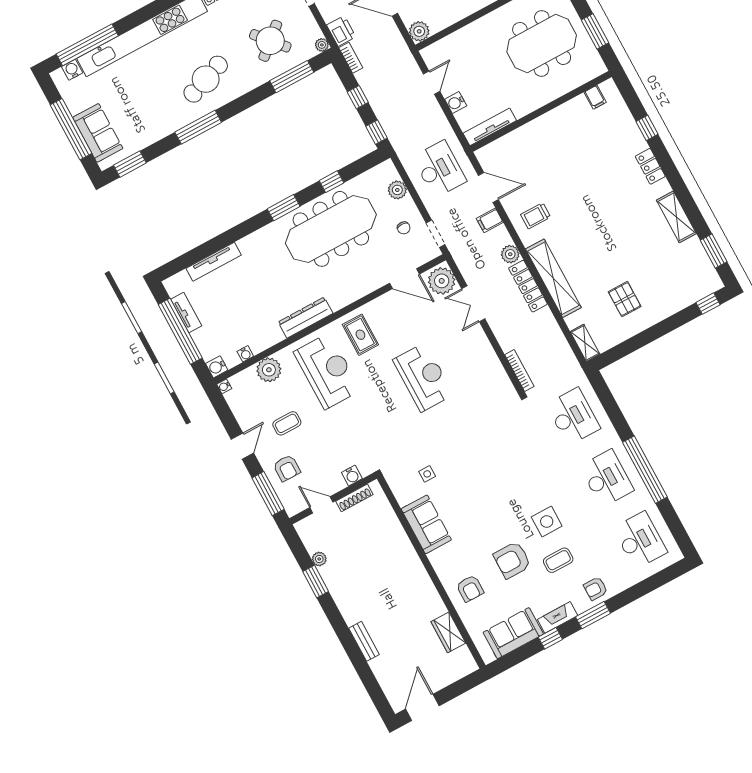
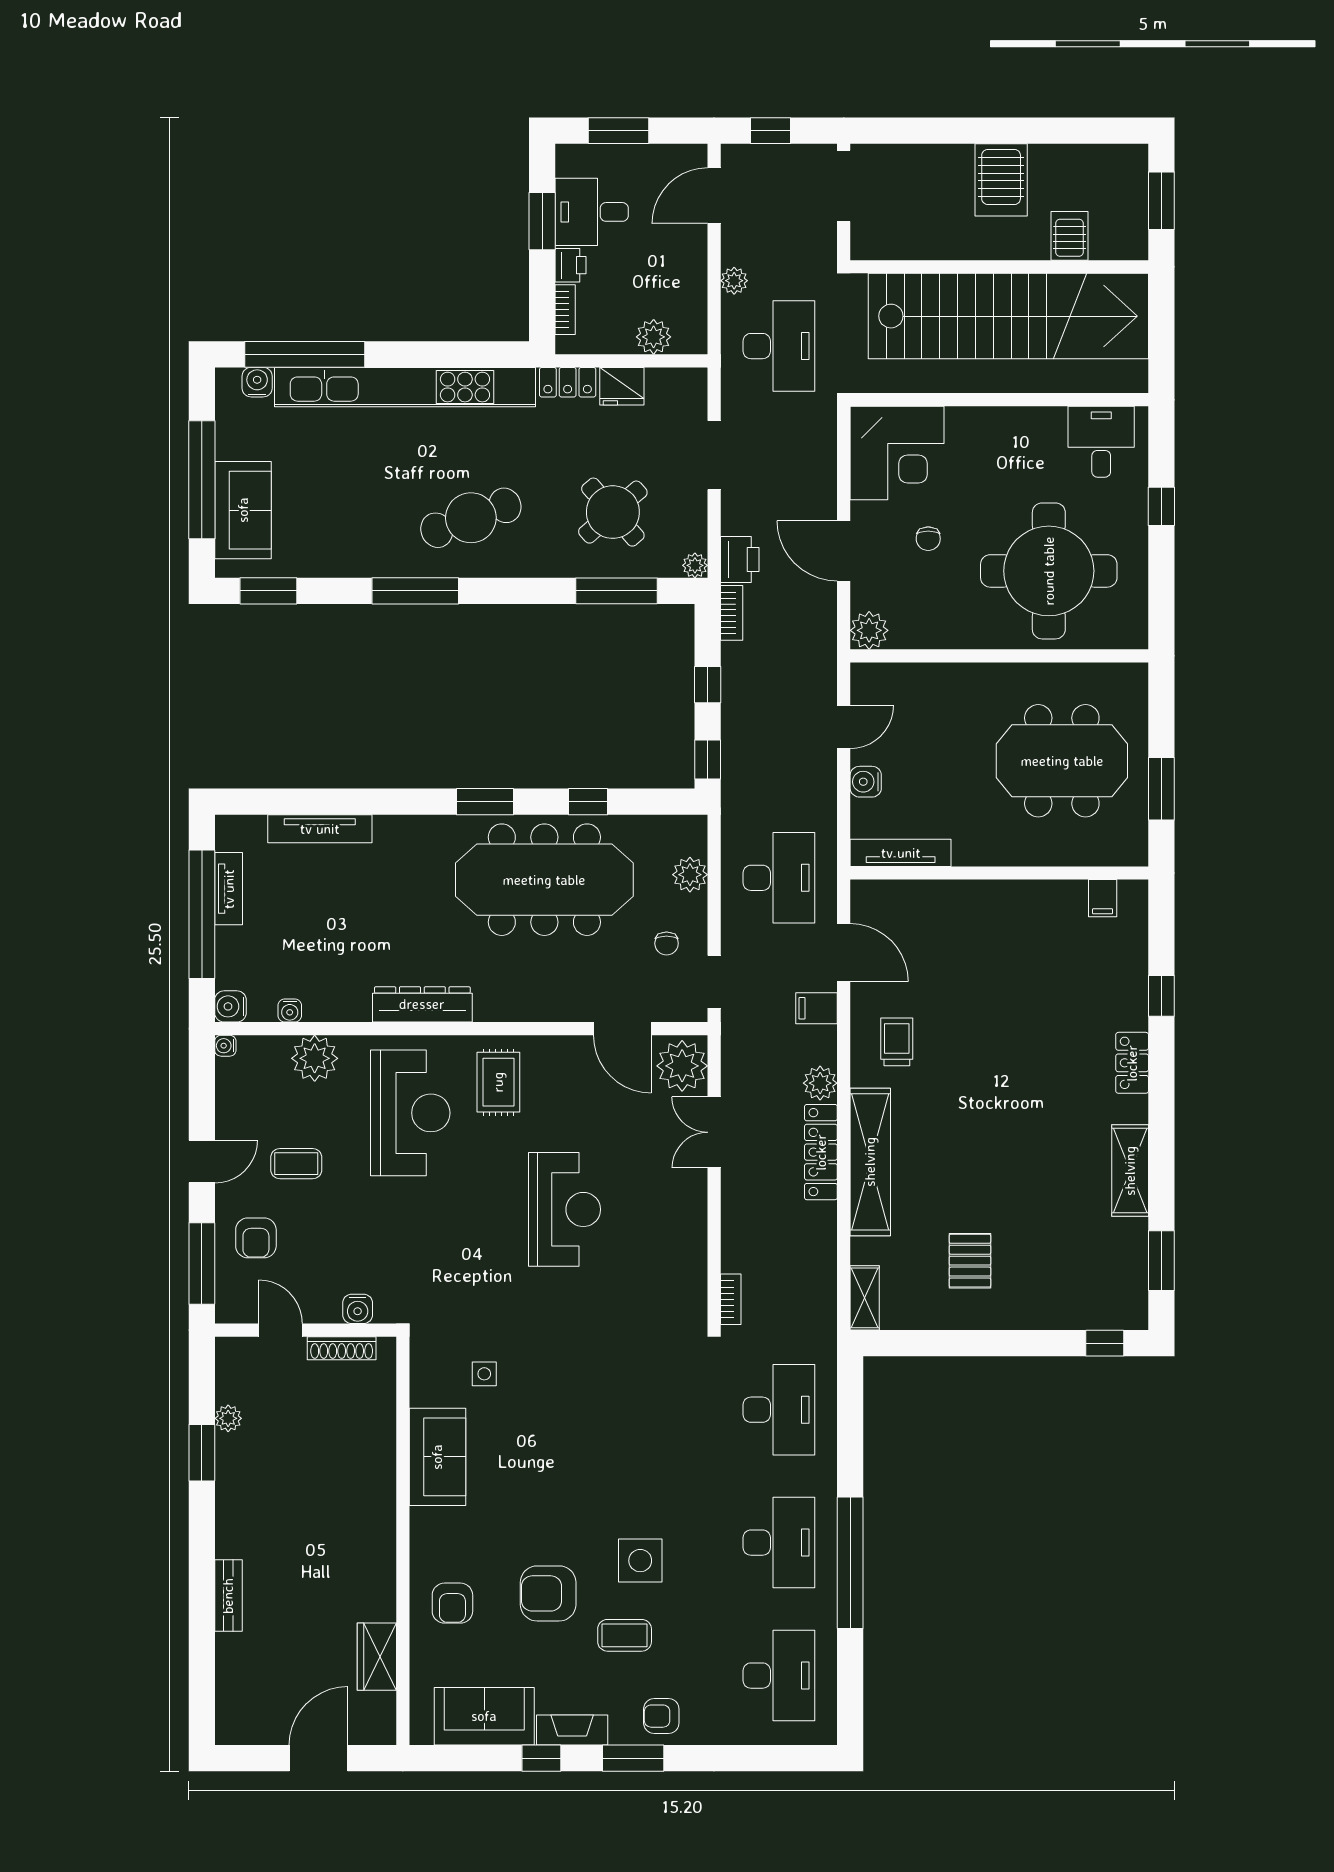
trolley: (536, 216) -> (897, 1042), turned 90
bookcase: (519, 371) -> (731, 1299), width x0.64
door: (422, 707) -> (319, 1758), moved

